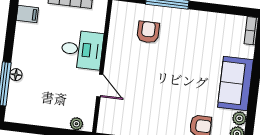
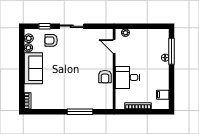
armchair: (148, 32) -> (105, 77), moved
door: (100, 86) -> (114, 46), moved

